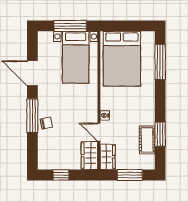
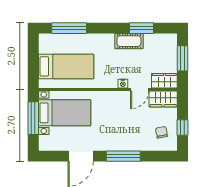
bed: (122, 59) -> (66, 66), width x0.67
chair: (46, 123) -> (162, 132), moved
cot: (147, 140) -> (129, 41), moved

